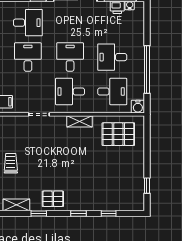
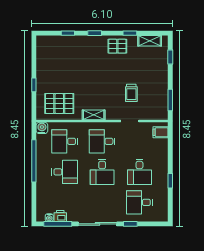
desk: (70, 92) -> (102, 141), turned 180
trolley: (11, 163) -> (131, 93), moved
window: (147, 186) -> (34, 85), moved

